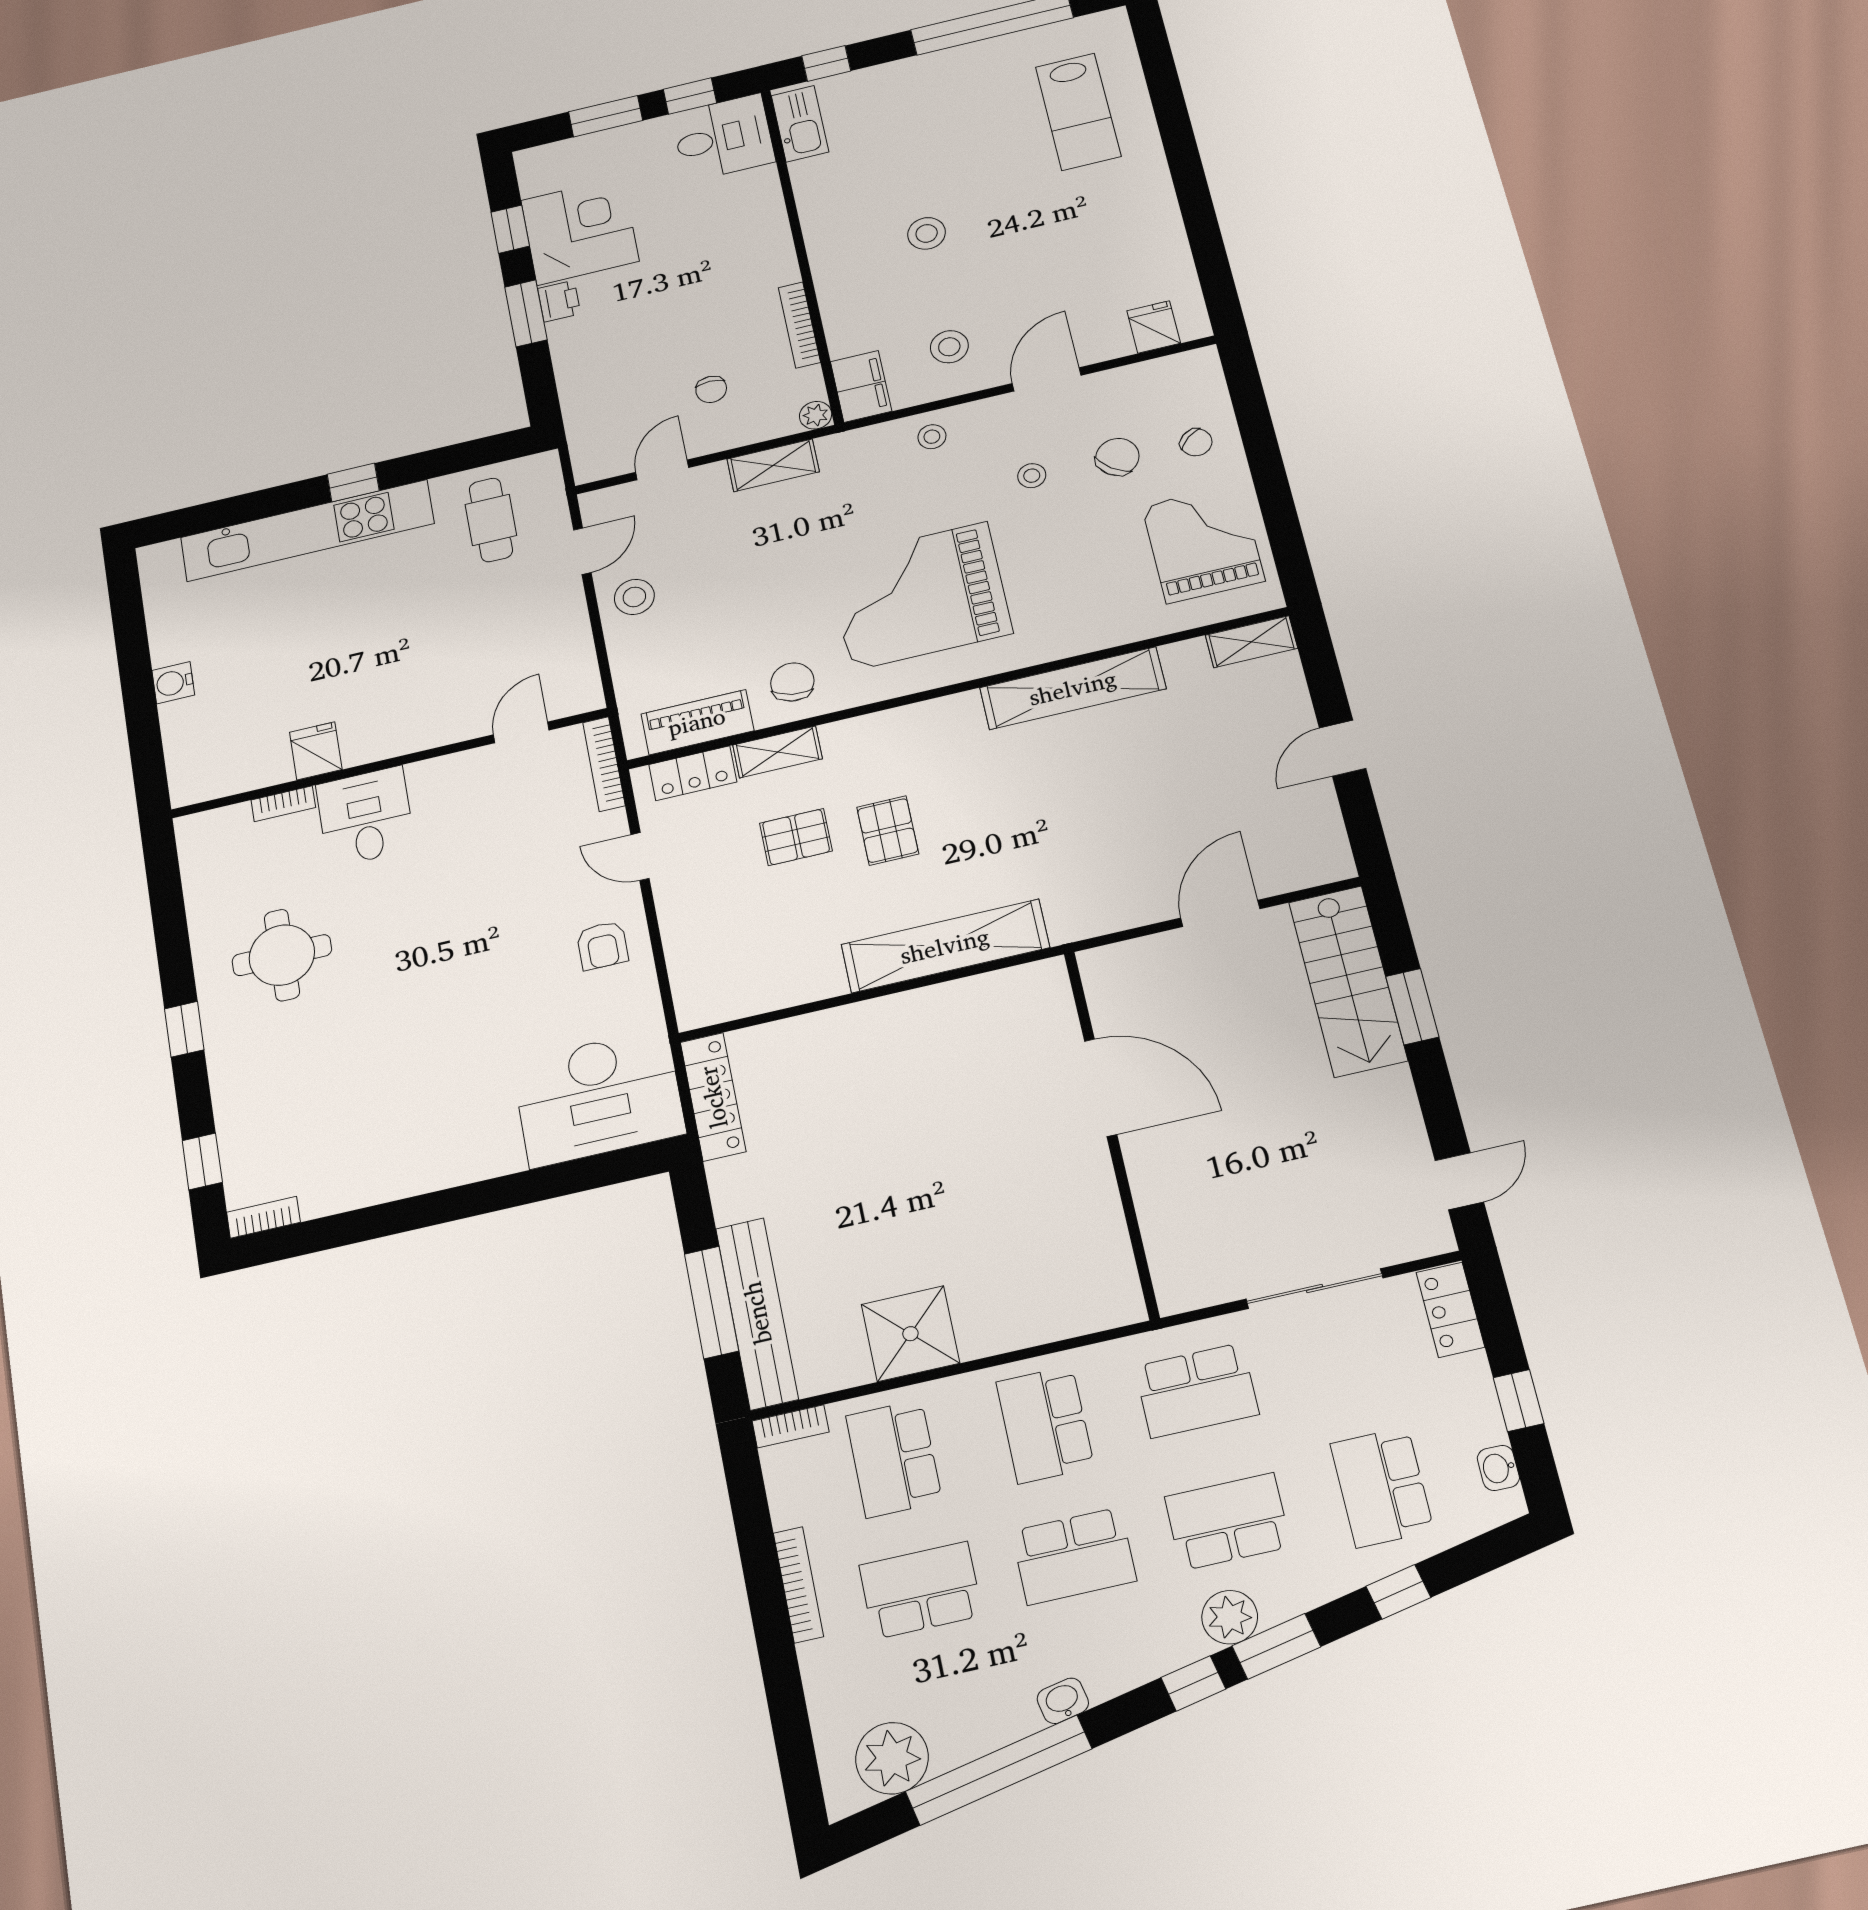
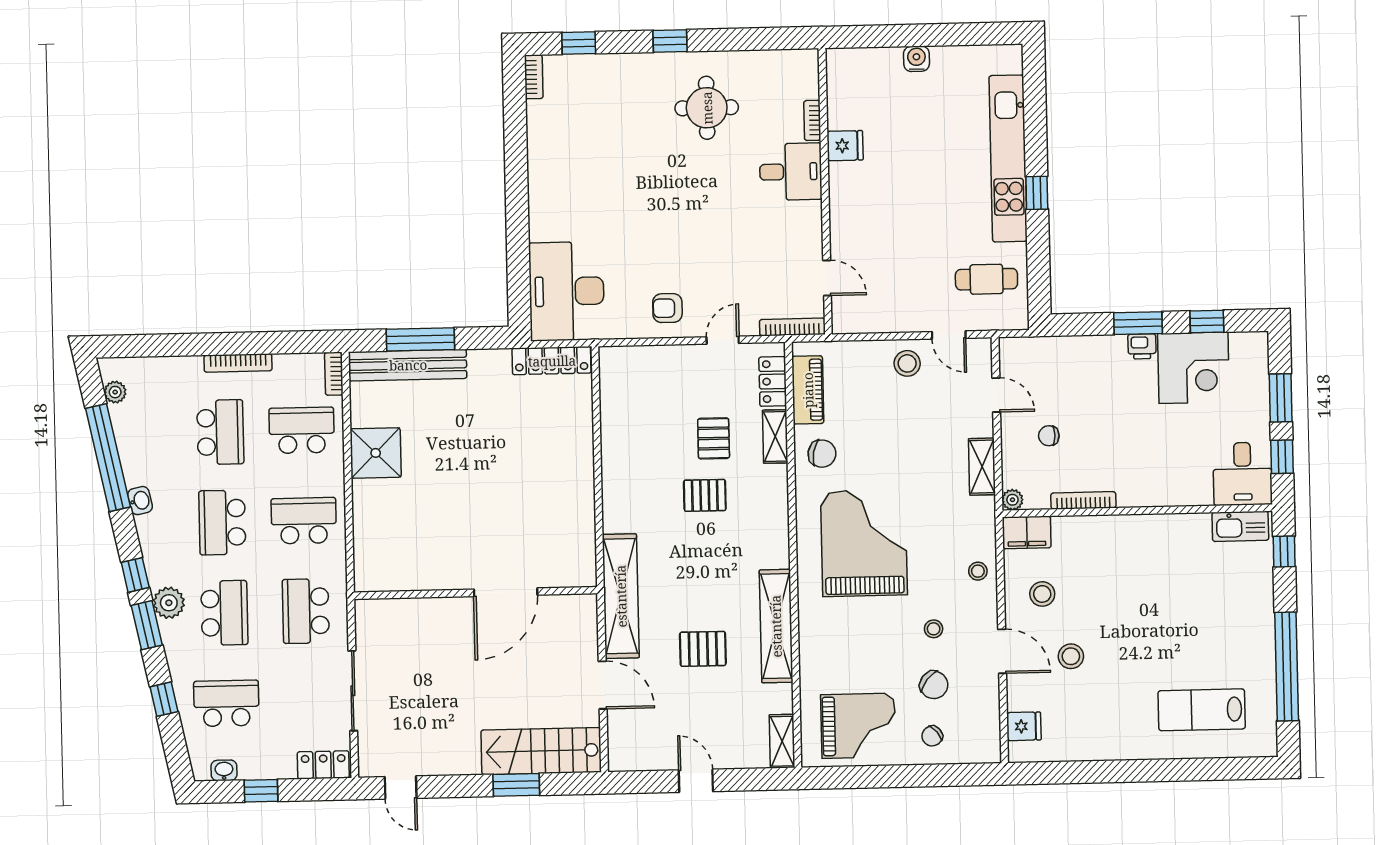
stool: (927, 233) -> (1071, 656), moved
pallet: (1131, 782) -> (703, 649), added
shelving: (945, 946) -> (621, 596), moved
plant: (892, 1758) -> (115, 392), width x0.53, depth x0.53

